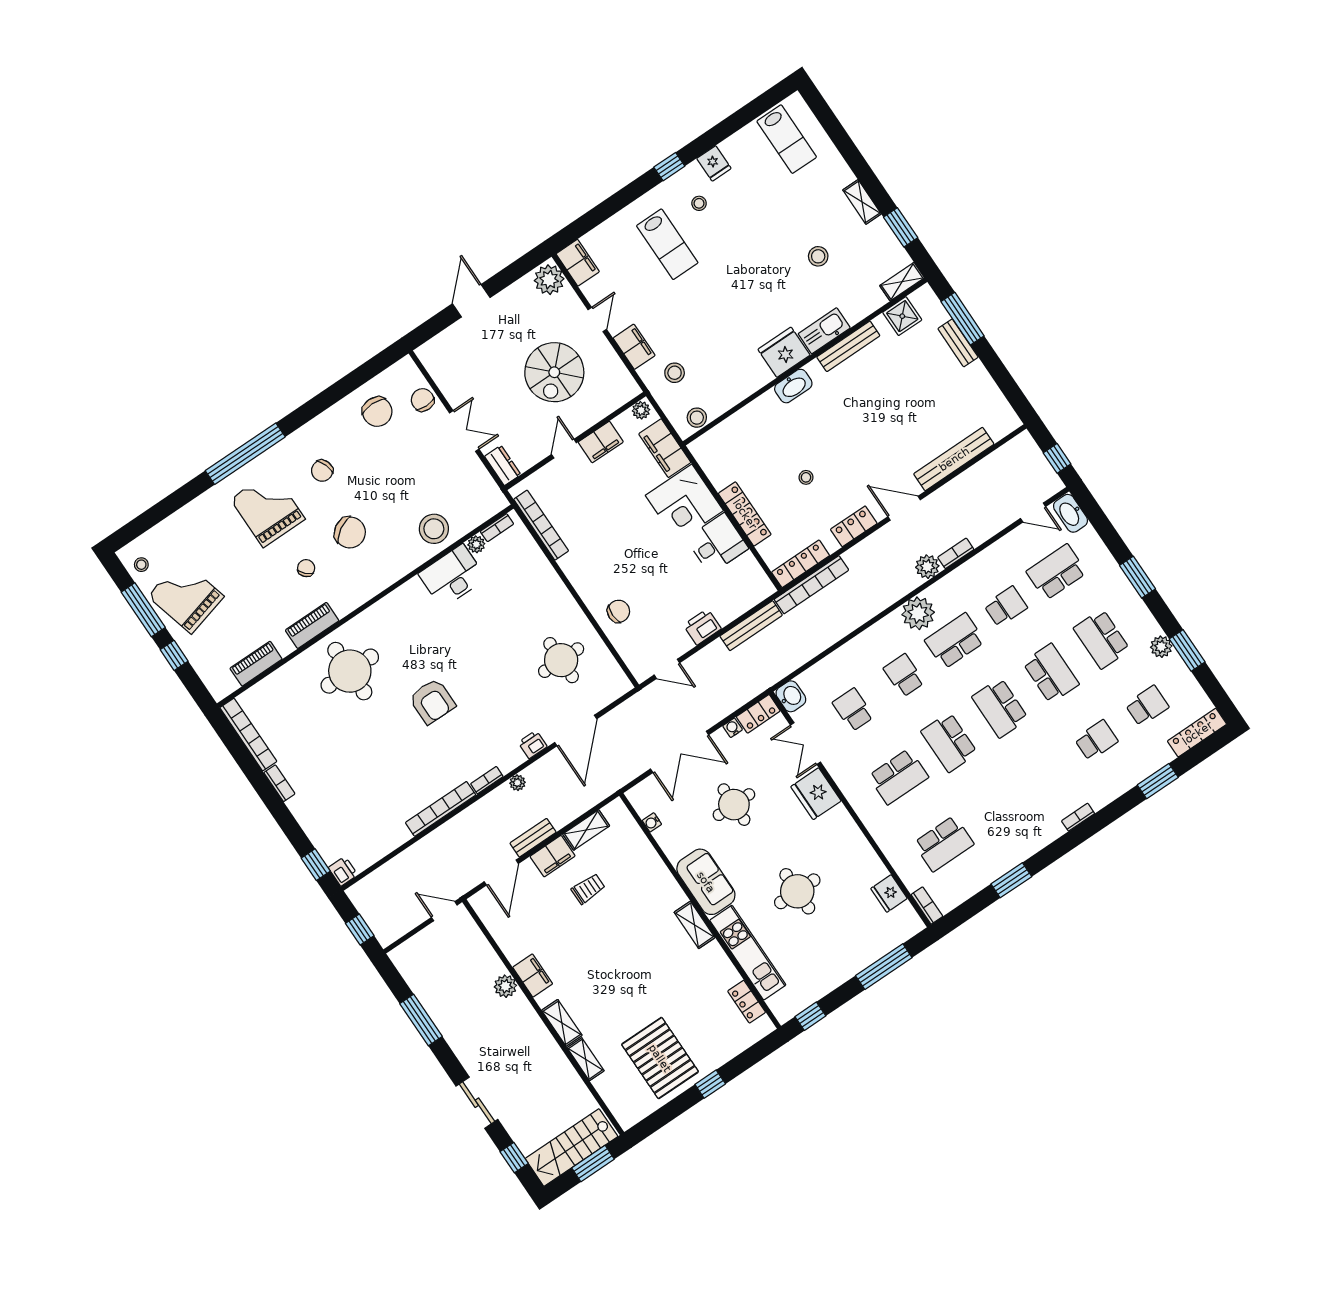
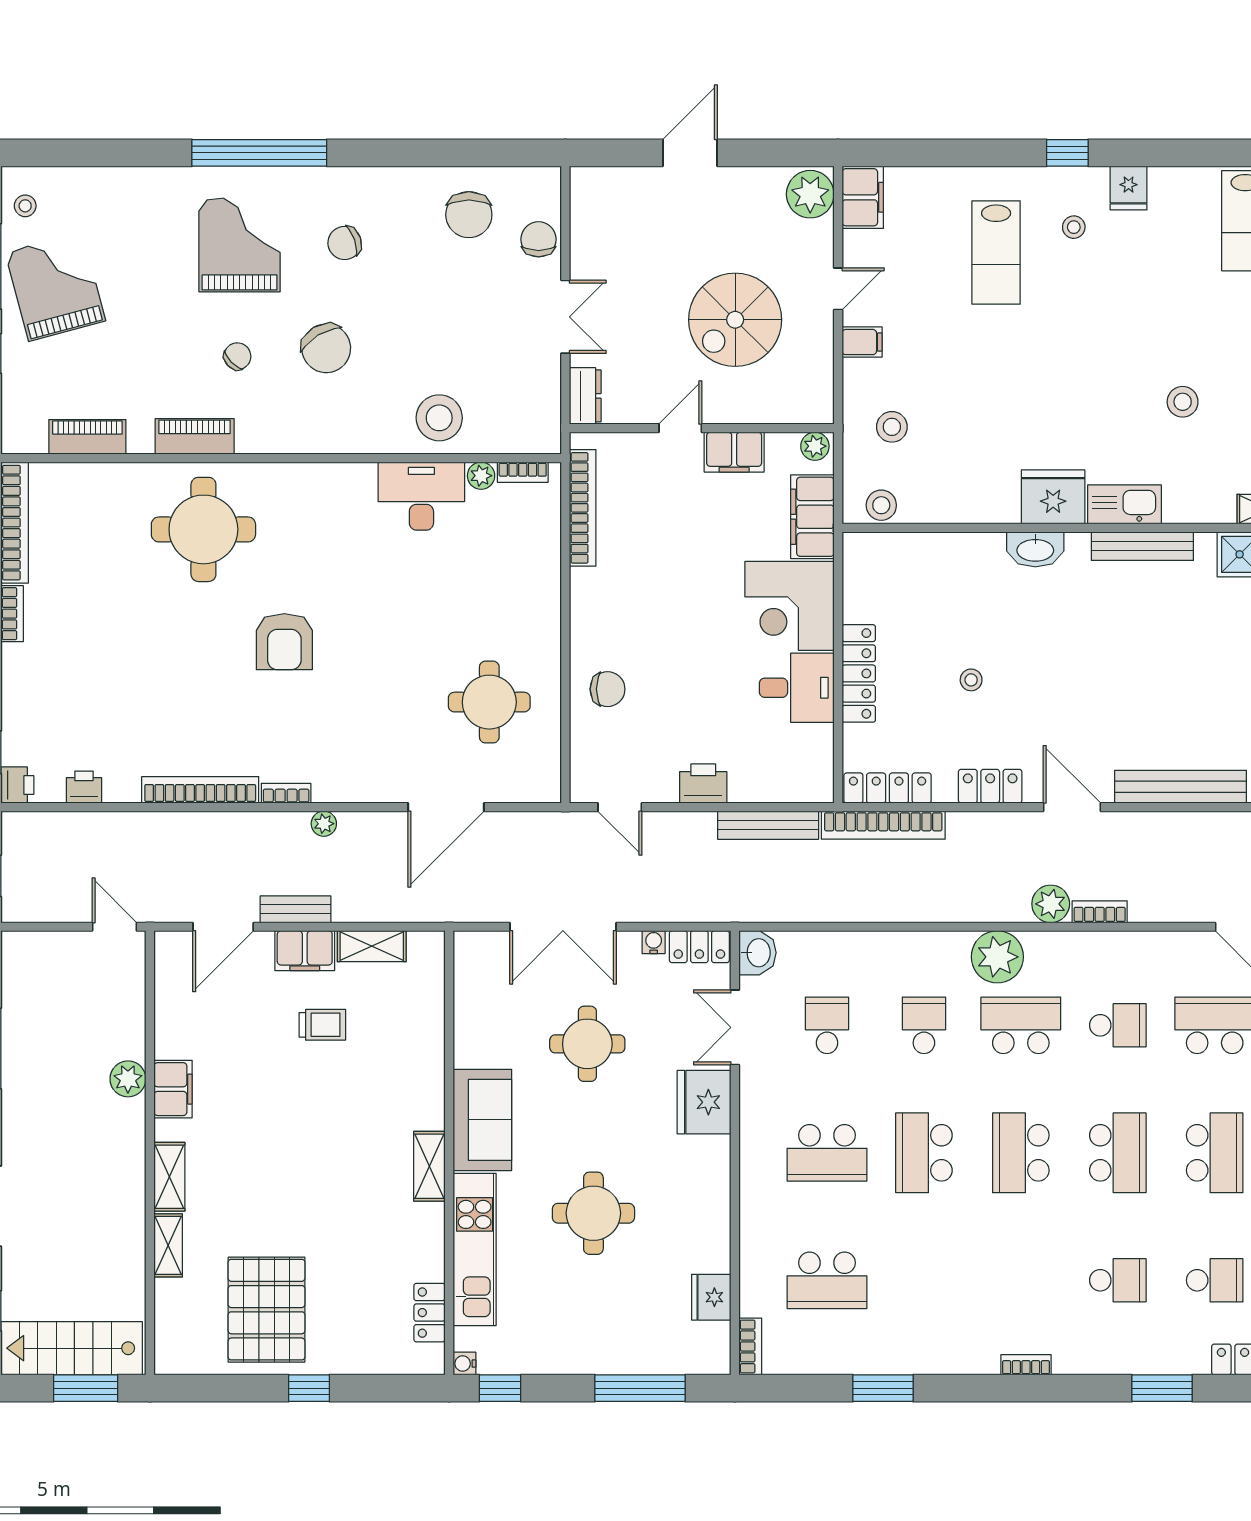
filing cabinet: (634, 347) -> (862, 342), width x0.50
school desk: (1102, 639) -> (1215, 1153), turned 180
printer: (533, 745) -> (84, 787), moved
water cooler: (652, 822) -> (464, 1364), moved

